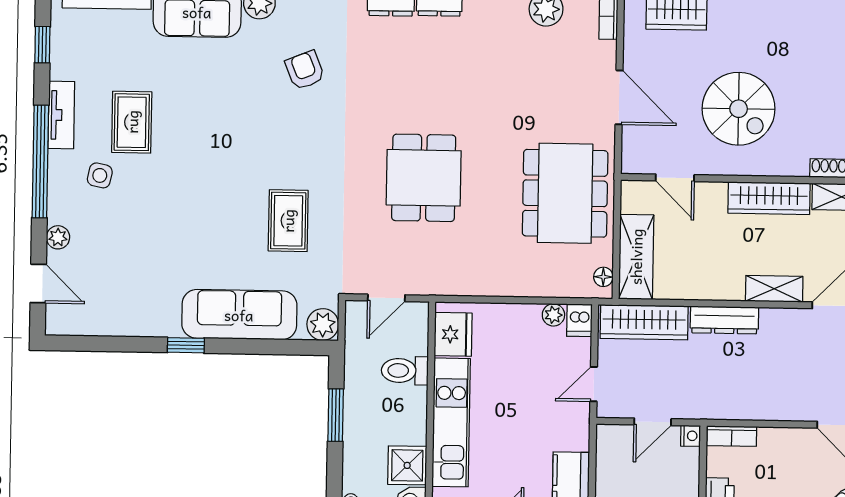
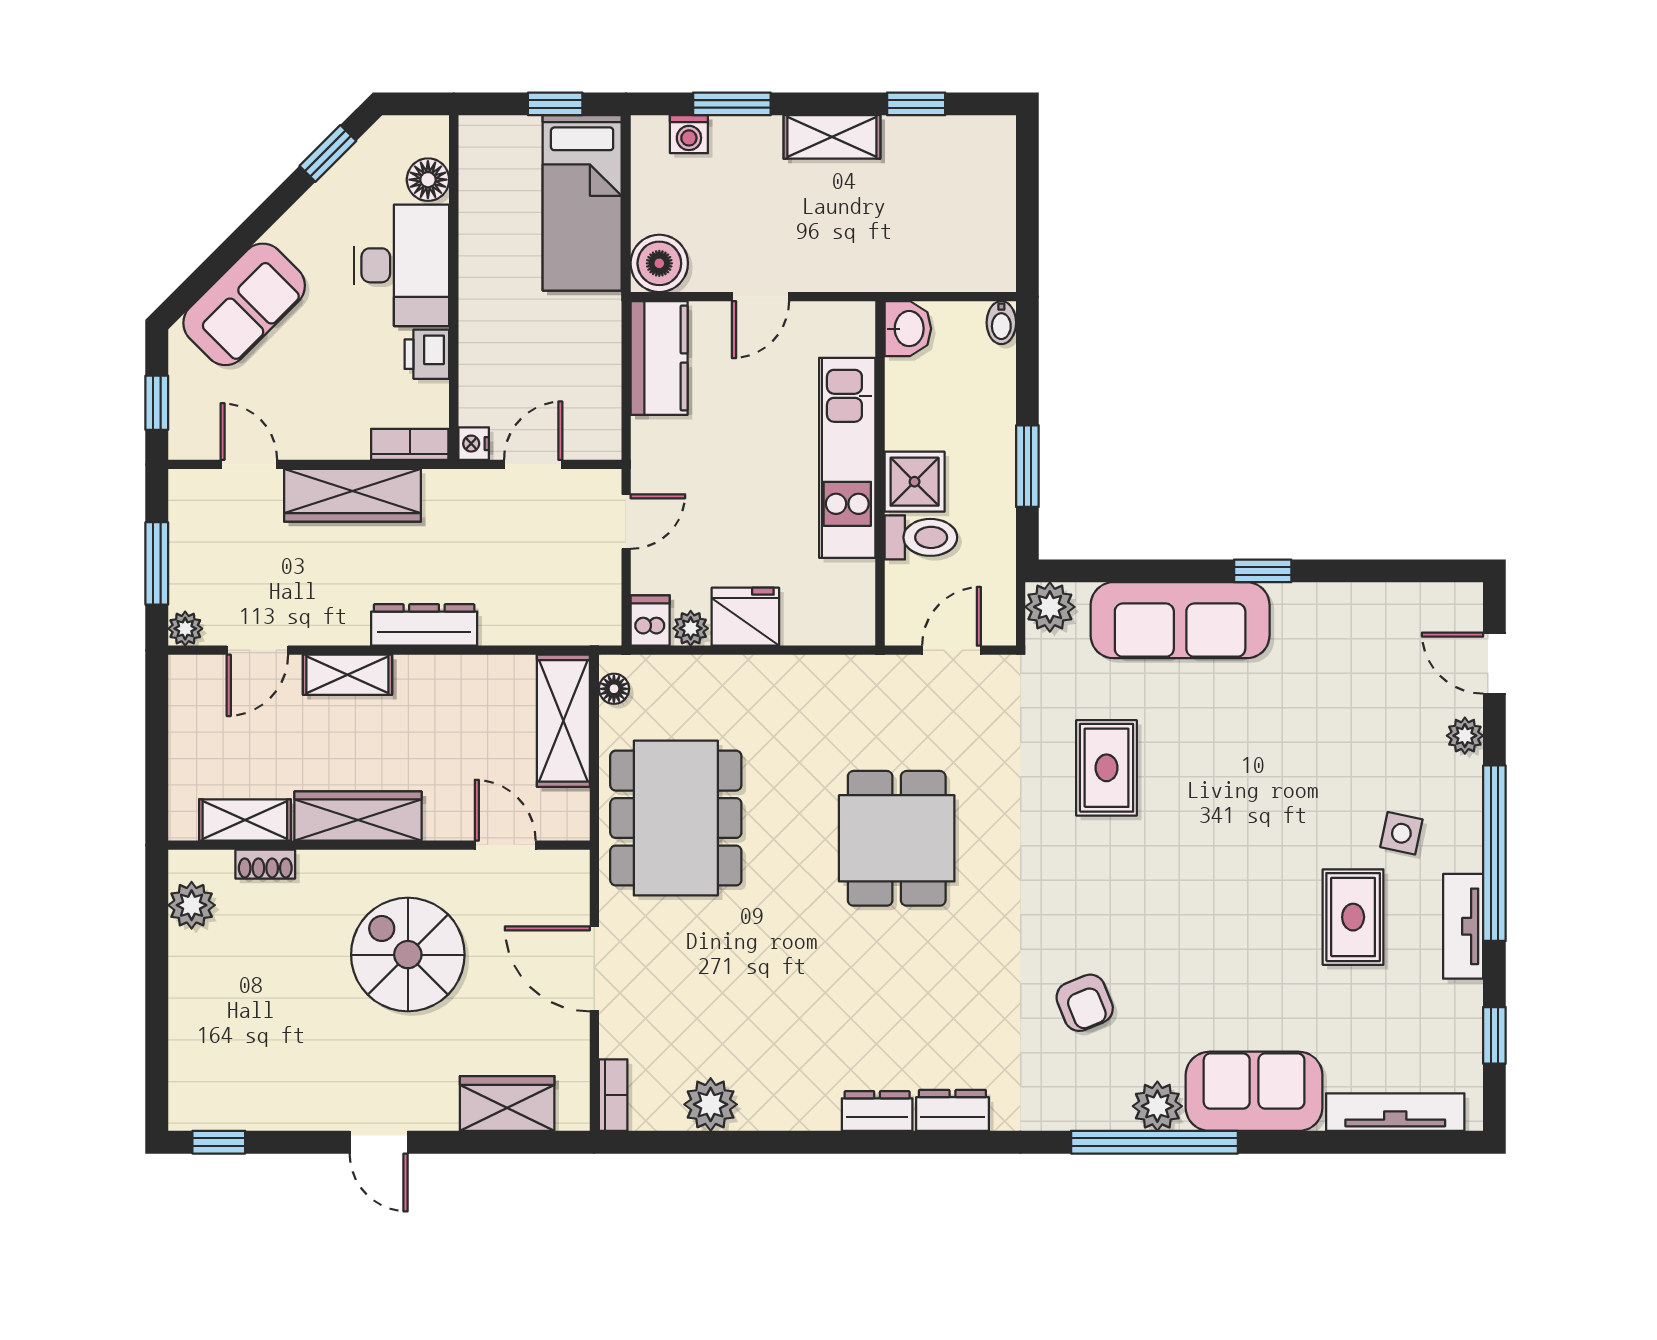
wardrobe: (644, 322) -> (352, 495), moved, turned 180
fridge: (453, 334) -> (745, 617), moved, turned 90
shower: (407, 465) -> (915, 482), moved

